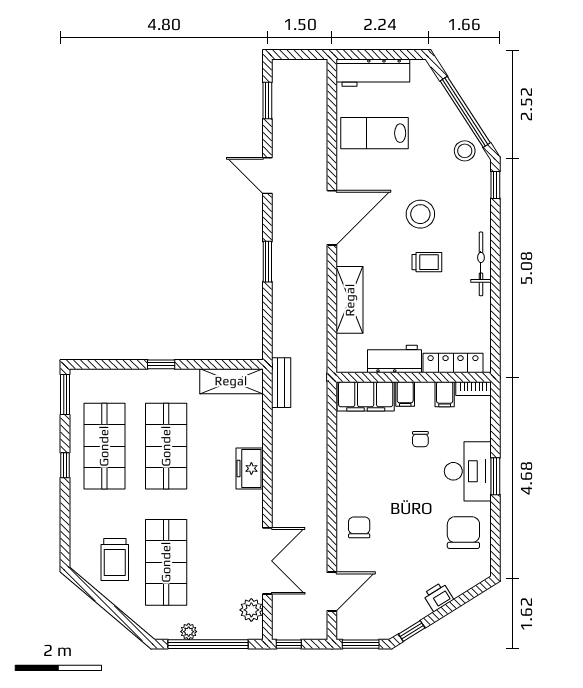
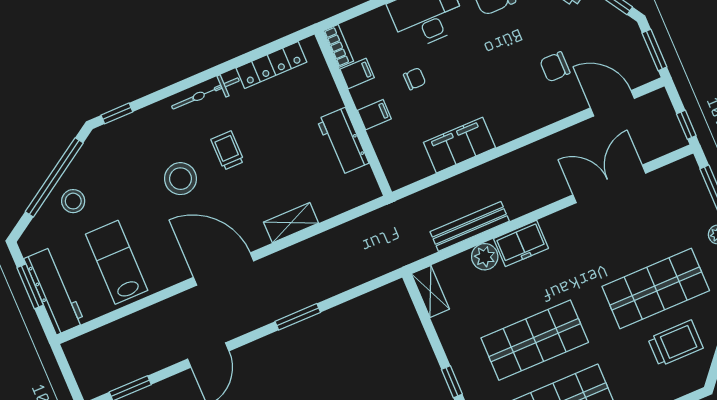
window: (385, 55) -> (30, 286), added
lab bench: (375, 133) -> (117, 262), turned 180
stool: (465, 151) -> (73, 201), moved
shelving: (350, 300) -> (291, 223), width x0.67, depth x0.75
locker: (453, 363) -> (271, 65), moved, turned -90
shelving: (231, 381) -> (430, 291), width x0.67, depth x0.75
bench: (281, 383) -> (470, 226), moved, width x1.36
filing cabinet: (366, 396) -> (459, 145), moved, turned -90
chair: (359, 527) -> (555, 67), moved
plant: (251, 610) -> (485, 257), moved

